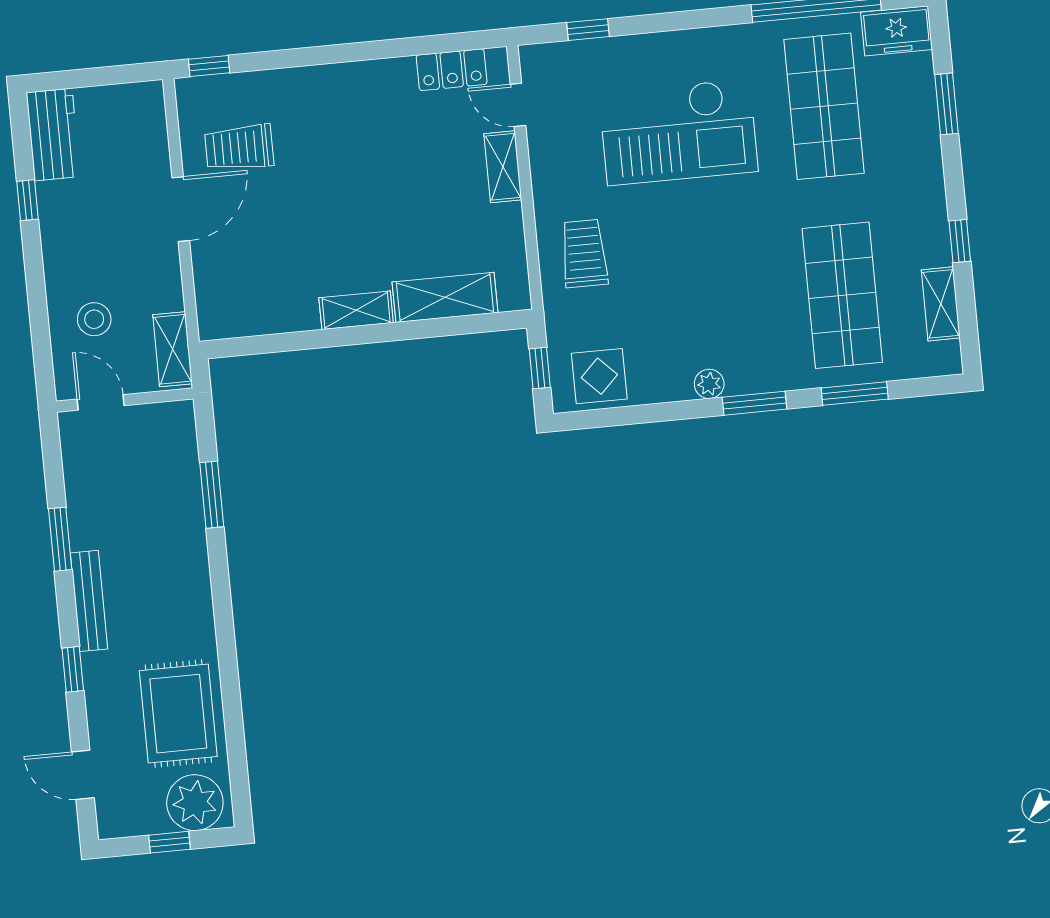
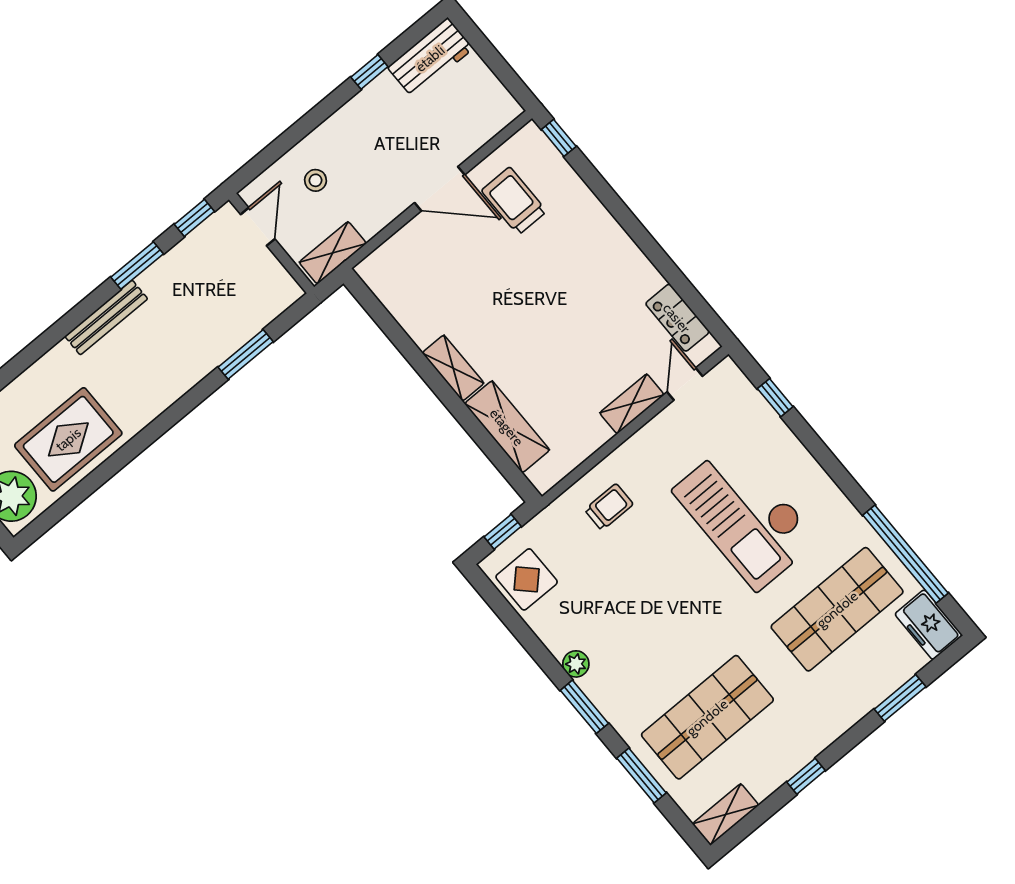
trolley: (584, 254) -> (609, 507), width x0.73, depth x0.72
shelving: (941, 304) -> (726, 814), moved
stool: (94, 319) -> (315, 180), width x0.73, depth x0.73
window: (73, 669) -> (194, 218), moved

